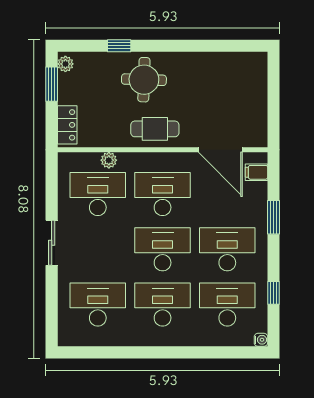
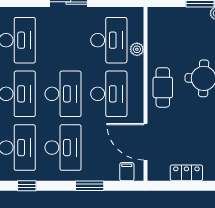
locker: (67, 125) -> (186, 173), moved, turned 180
door: (220, 150) -> (146, 142), hinge flipped

